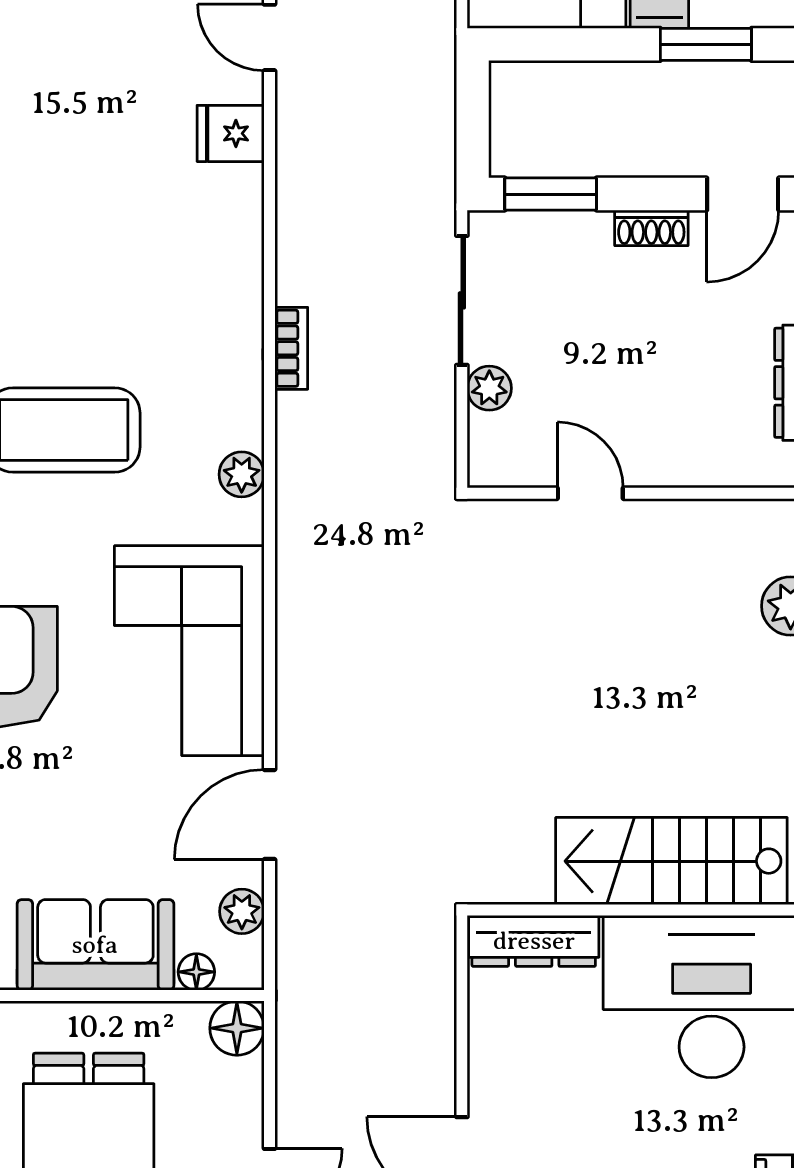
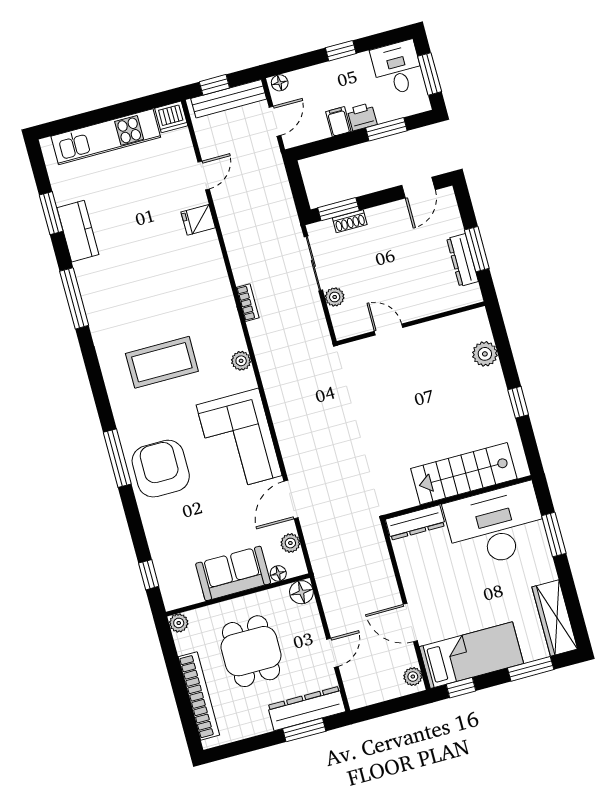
door: (269, 37) -> (204, 175), swing flipped
shoe rack: (651, 228) -> (350, 221), moved

